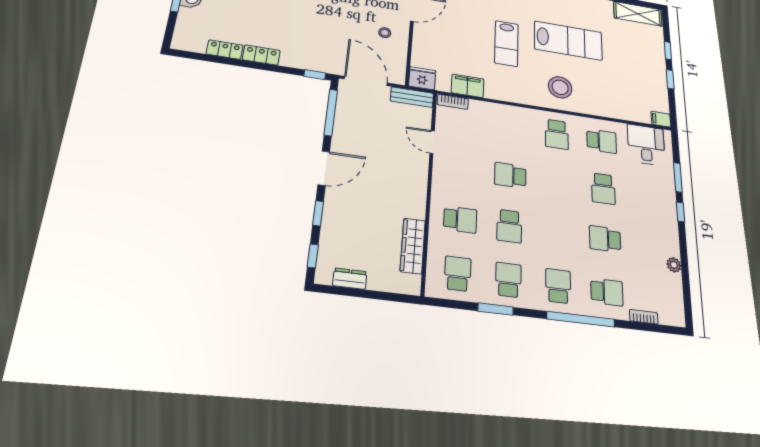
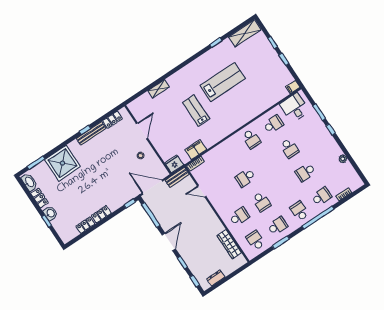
lab bench: (506, 43) -> (196, 111), turned 180
stool: (560, 87) -> (236, 112), removed
school desk: (508, 280) -> (277, 226), turned 90

